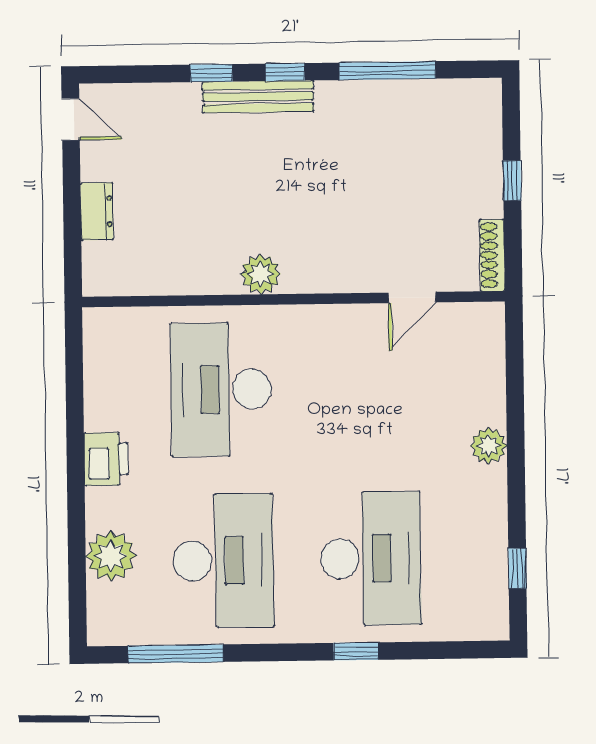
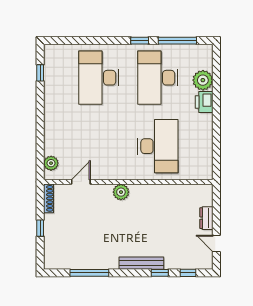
window: (285, 72) -> (188, 273), moved
door: (71, 119) -> (216, 243), moved
plant: (261, 274) -> (121, 192), moved
plant: (489, 446) -> (51, 163), moved
printer: (106, 459) -> (204, 102), moved
window: (356, 651) -> (140, 41), moved

